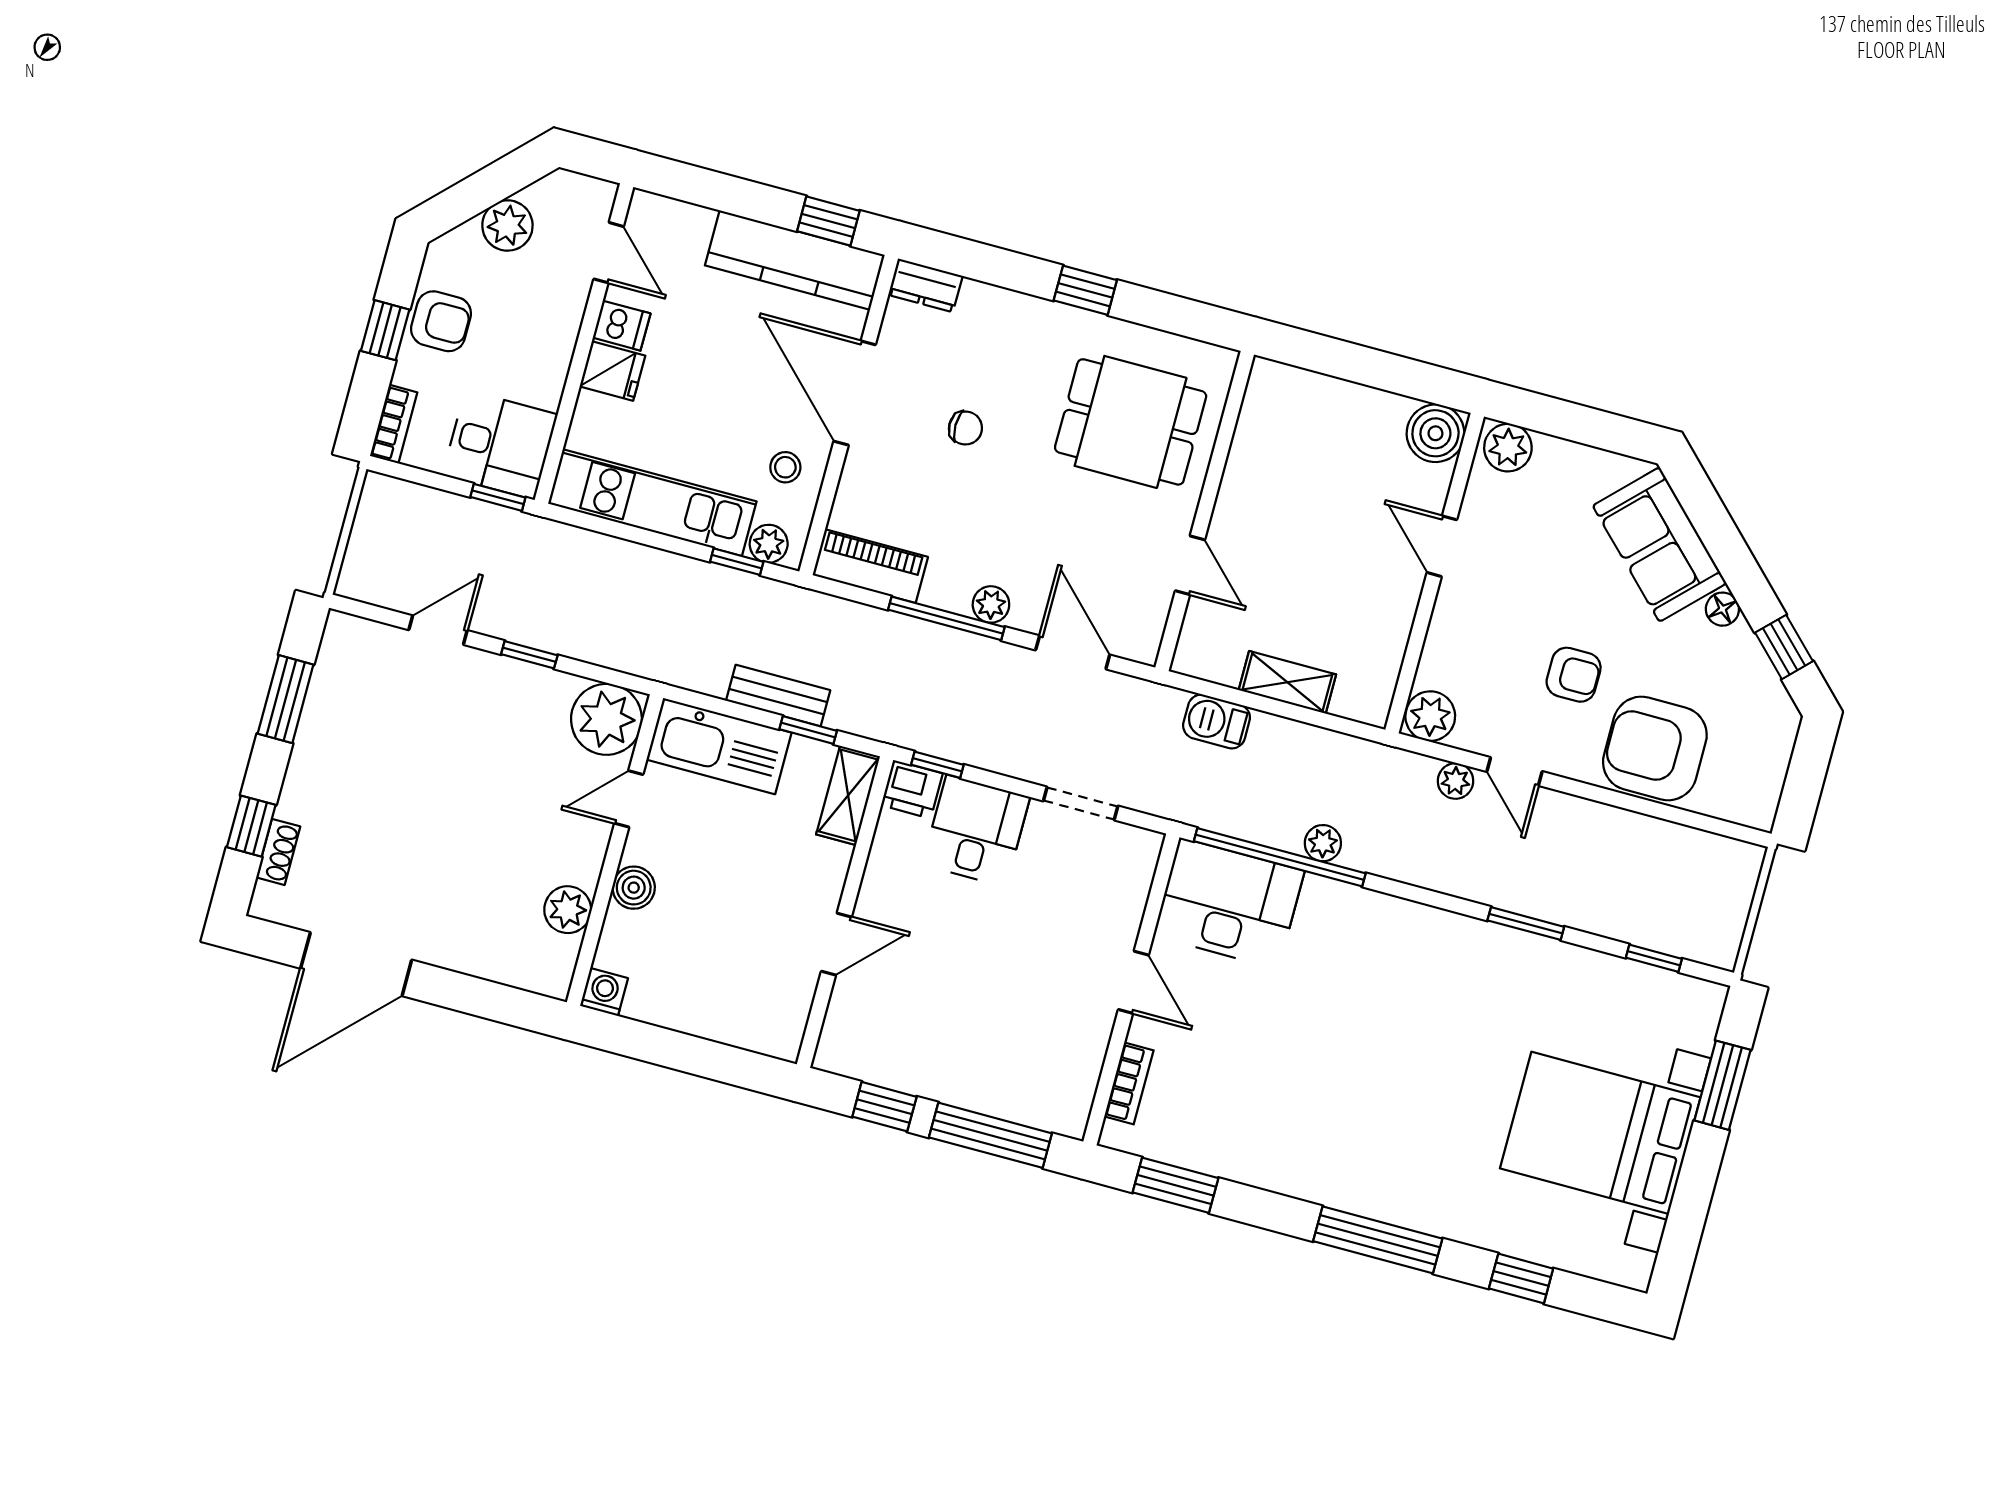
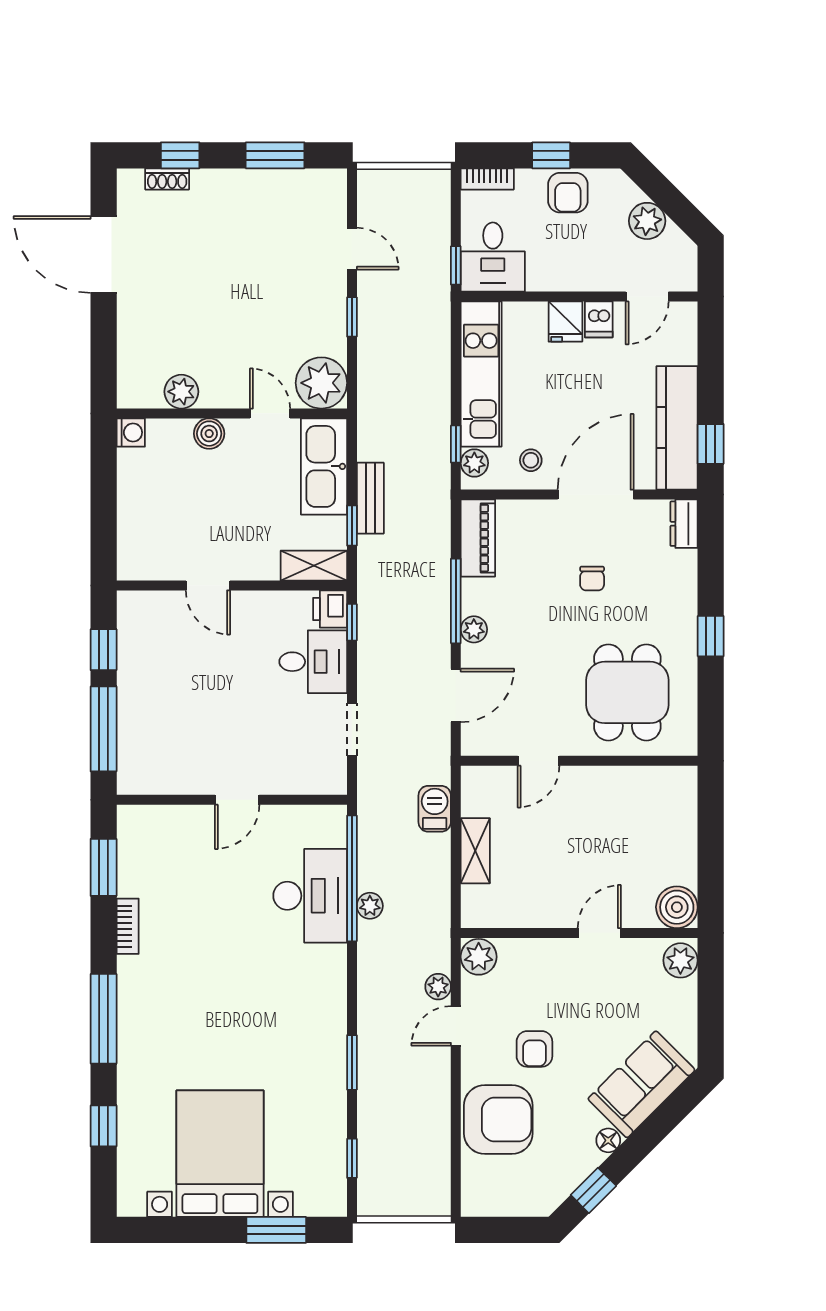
armchair: (1655, 748) -> (498, 1119), turned 90
desk: (1229, 903) -> (310, 896), moved
bookcase: (1129, 1083) -> (128, 926), moved, turned -90

